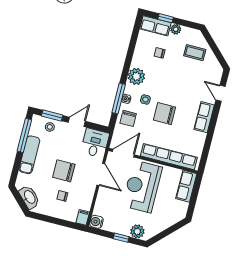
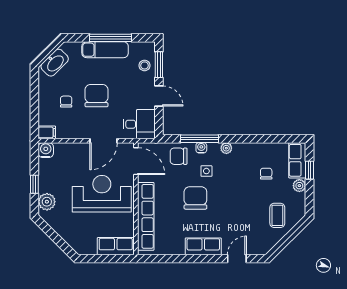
plant: (136, 76) -> (226, 148), width x0.53, depth x0.53
window: (24, 135) -> (110, 38), moved

